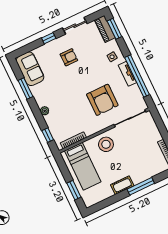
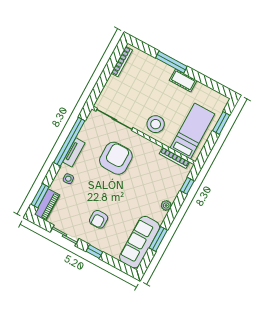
armchair: (69, 57) -> (99, 219), turned -90
sofa: (30, 69) -> (140, 242), width x1.36

